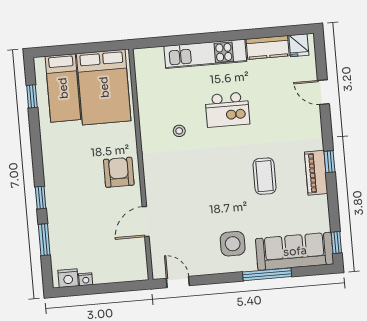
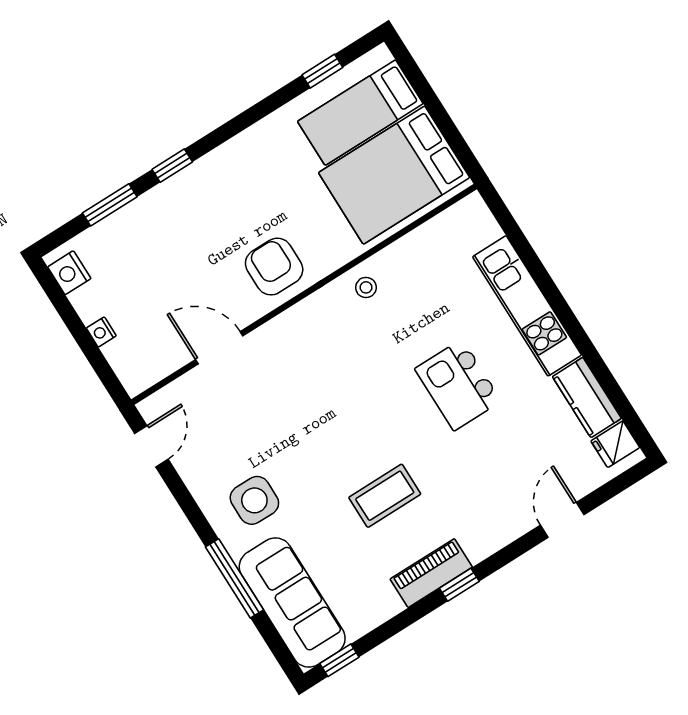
stool: (179, 131) -> (366, 287), moved
armchair: (119, 172) -> (274, 267), turned -90
nightstand: (86, 279) -> (101, 332), moved

